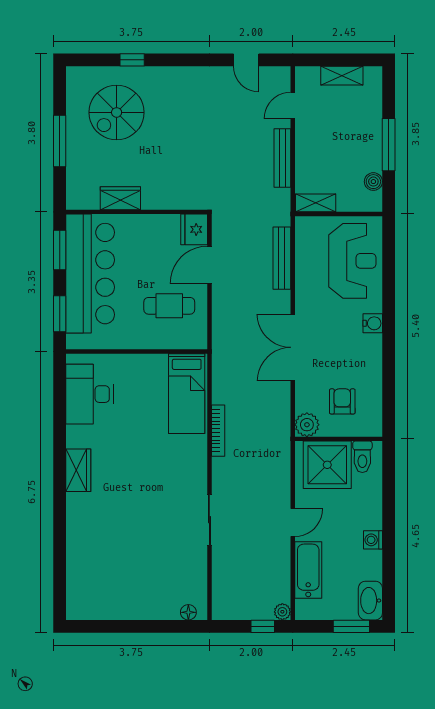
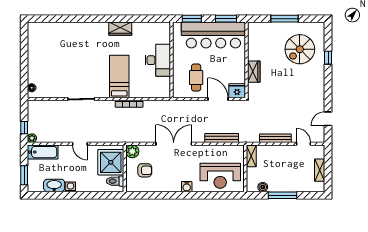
spiral stairs: (117, 112) -> (300, 49), turned -90
wardrobe: (120, 198) -> (254, 72), moved
desk: (89, 394) -> (158, 60), moved, turned 90
bed: (187, 394) -> (119, 76), moved, turned 90
wardrobe: (78, 470) -> (120, 29), moved
bathtub: (308, 570) -> (43, 152), moved
washbasin: (370, 601) -> (54, 185), moved

